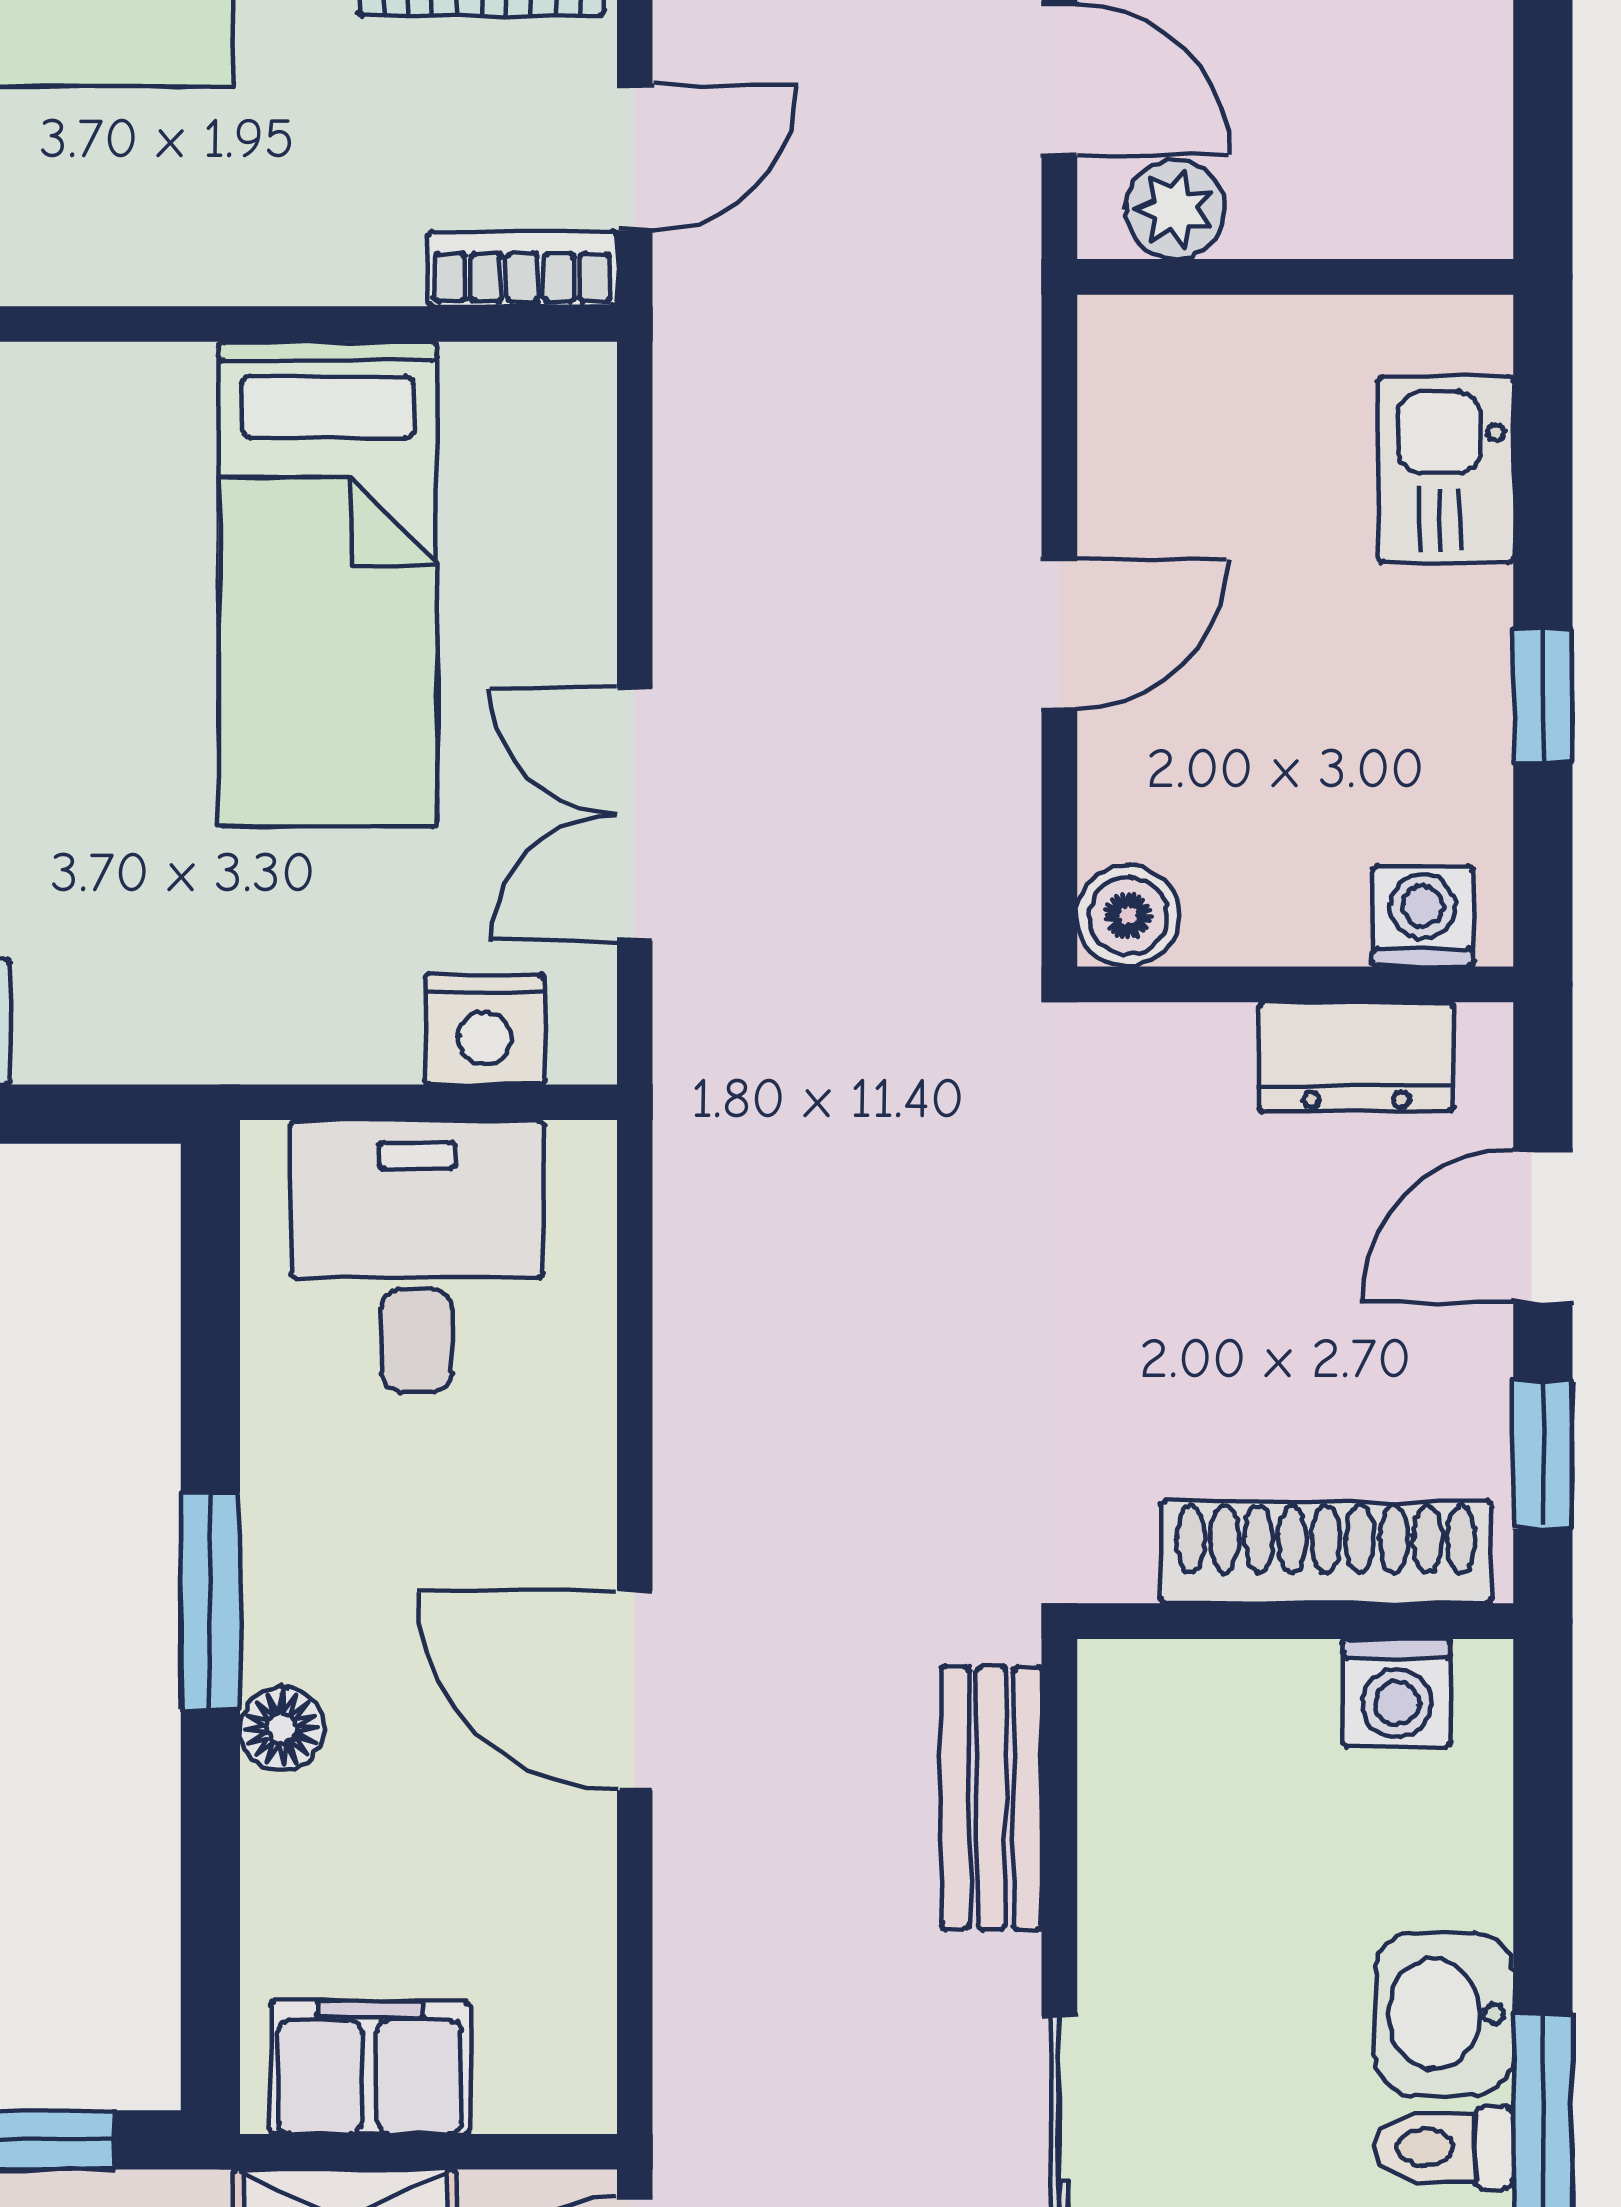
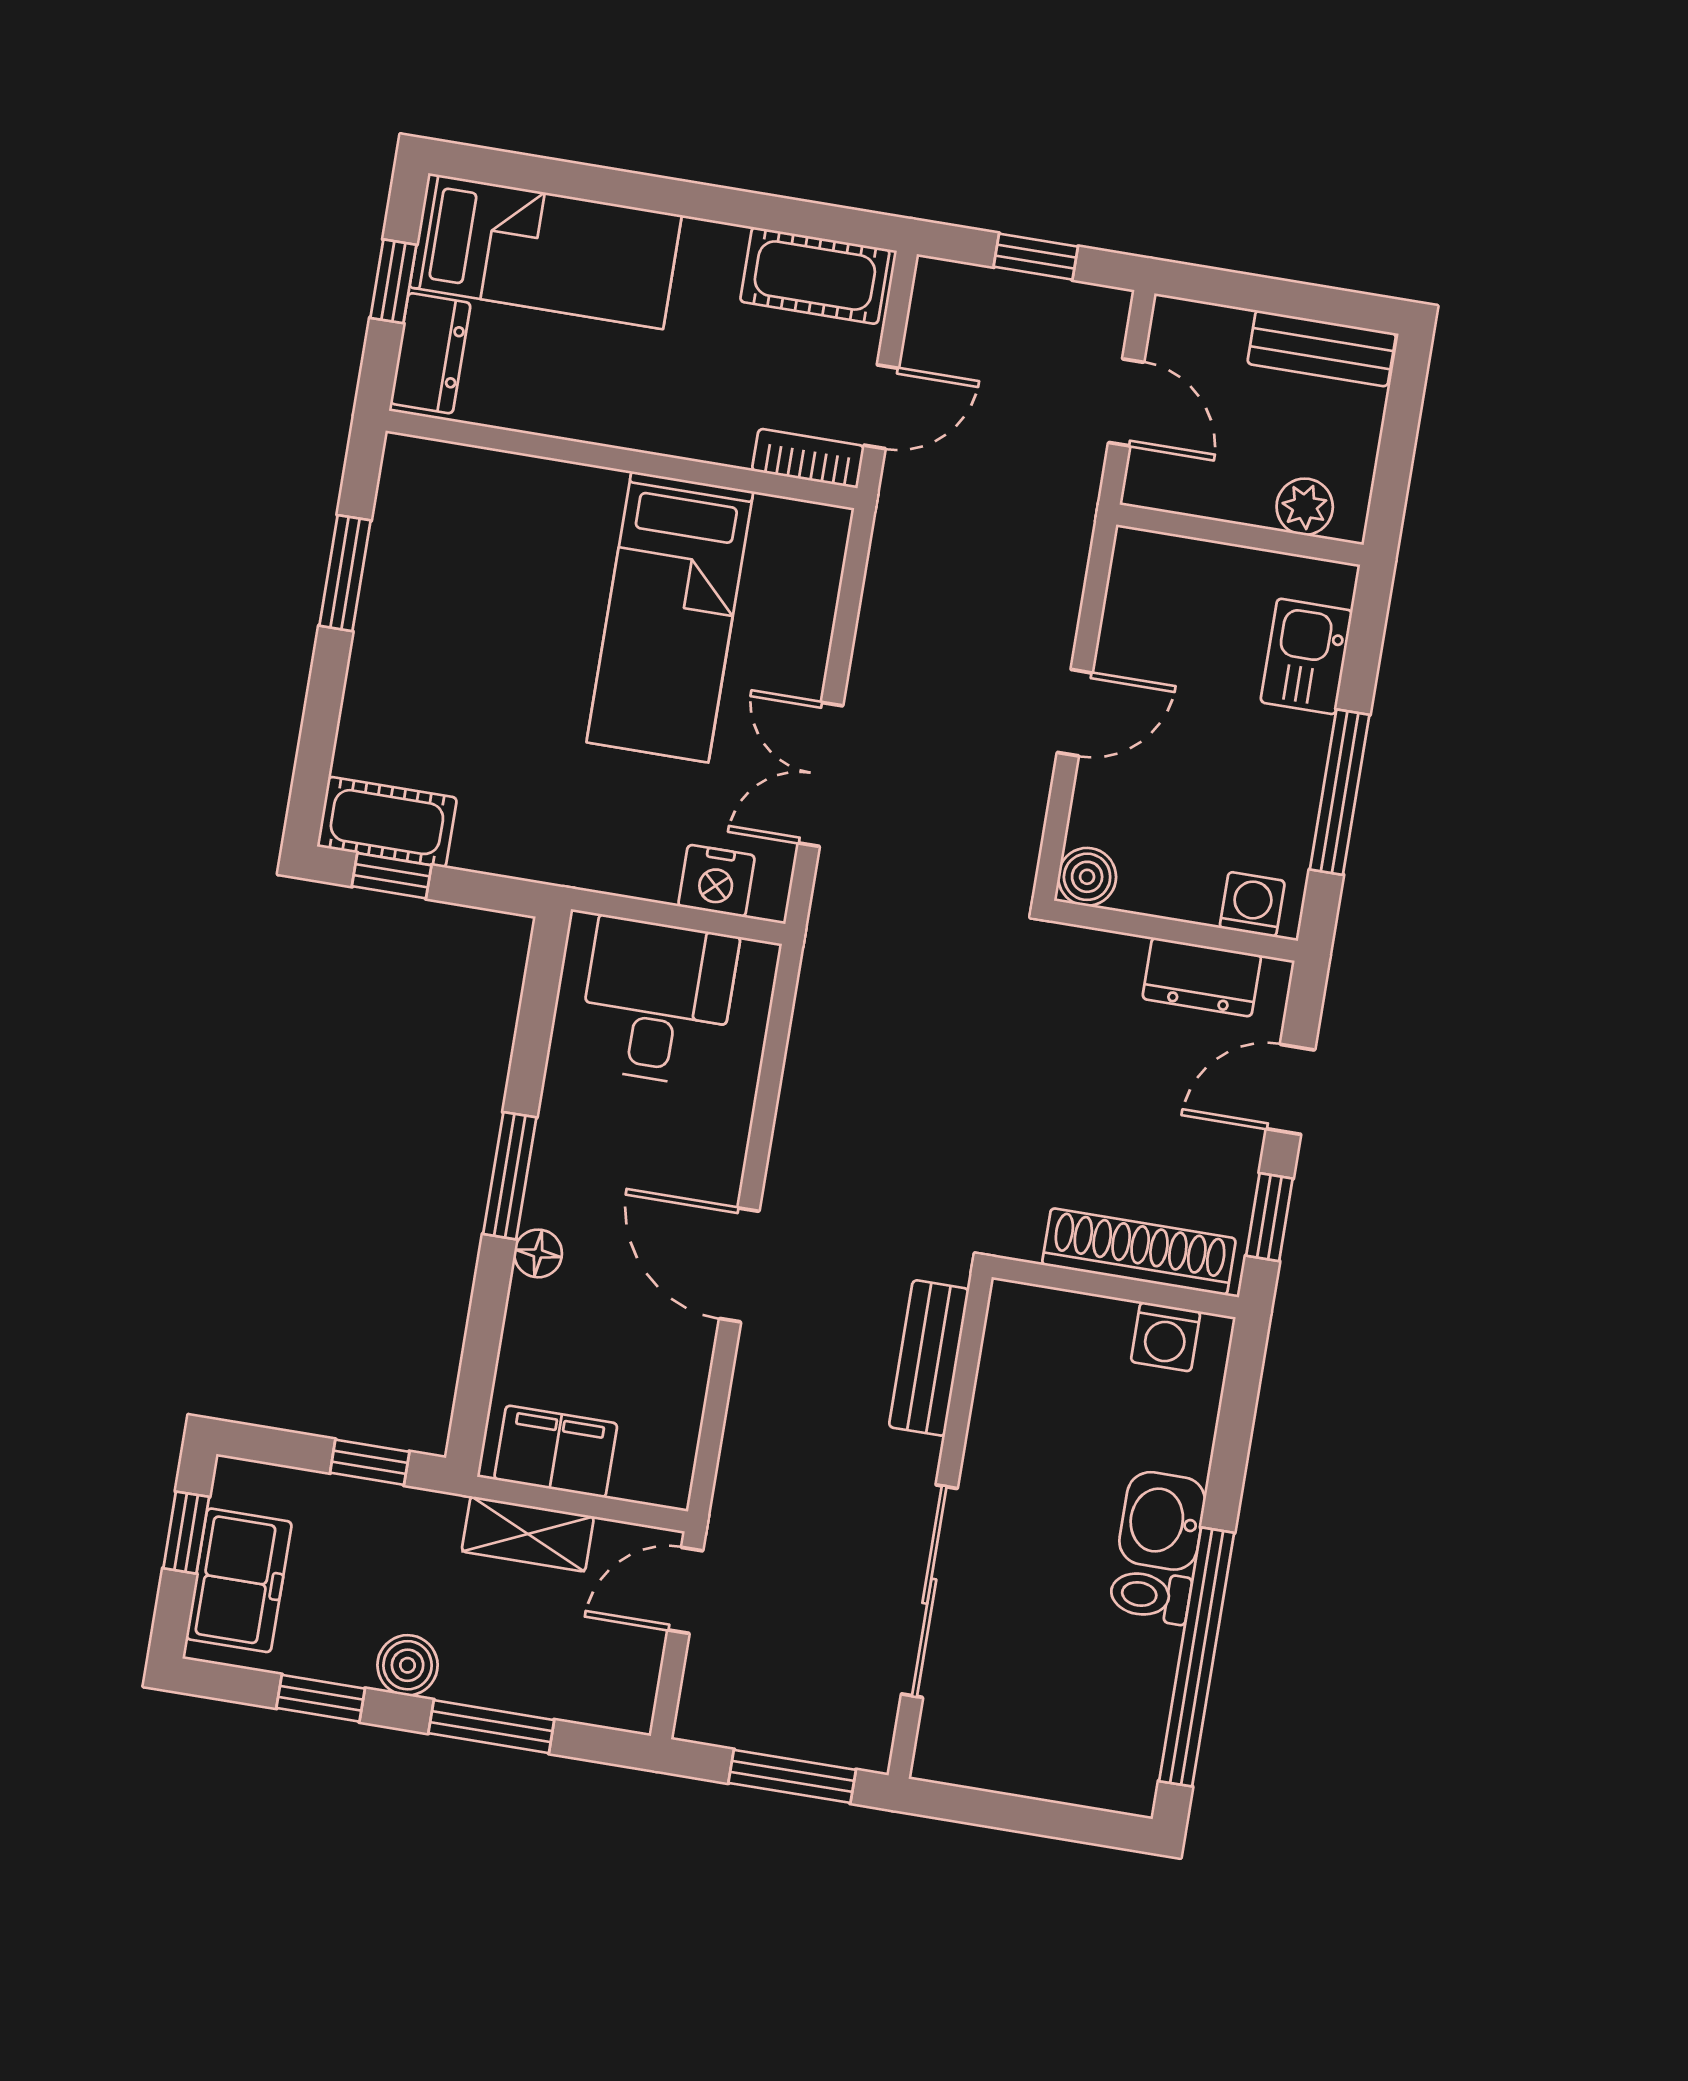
plant: (1175, 210) -> (1305, 507), moved
window: (1543, 696) -> (1340, 792), width x2.17

